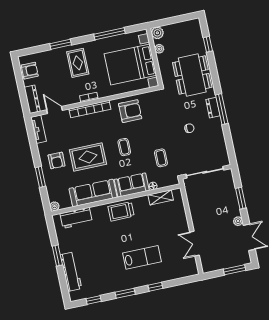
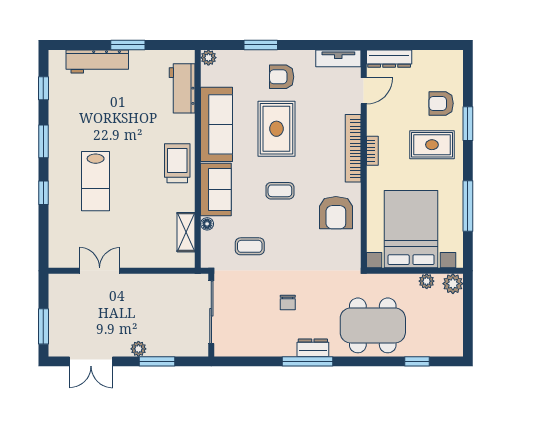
armchair: (30, 71) -> (441, 103), moved, turned 90
plant: (238, 221) -> (138, 349), moved

